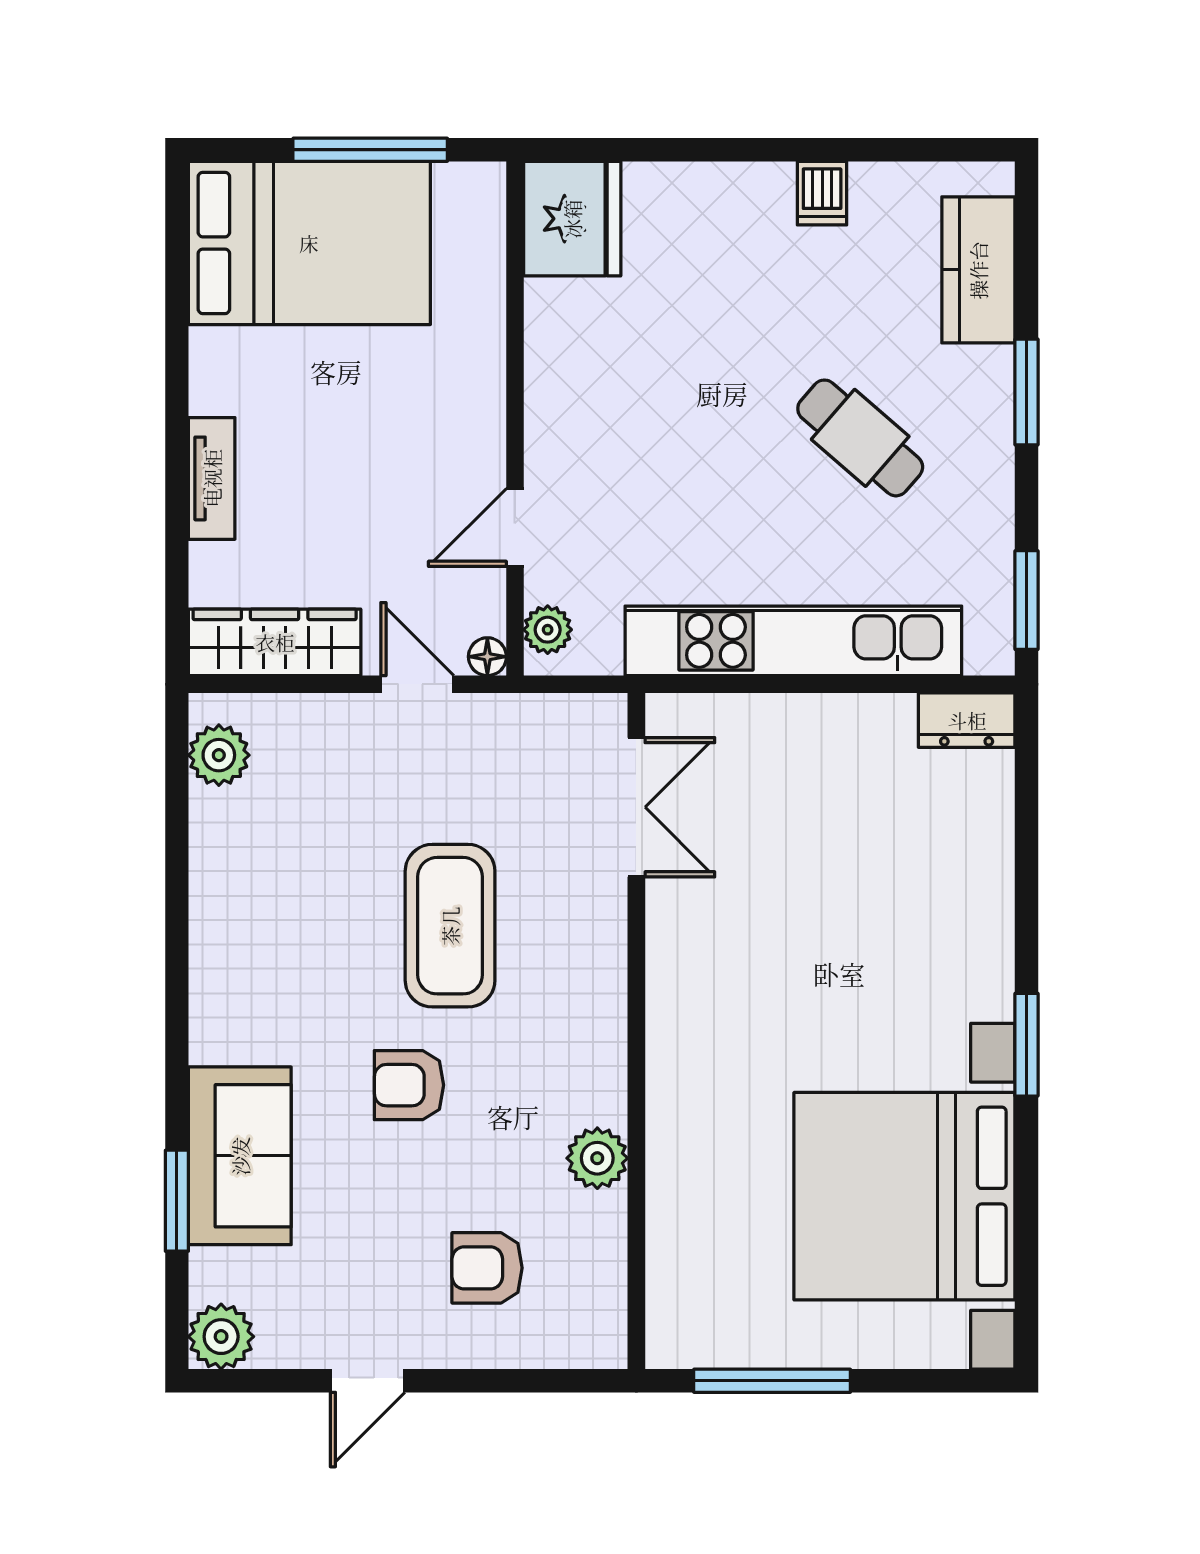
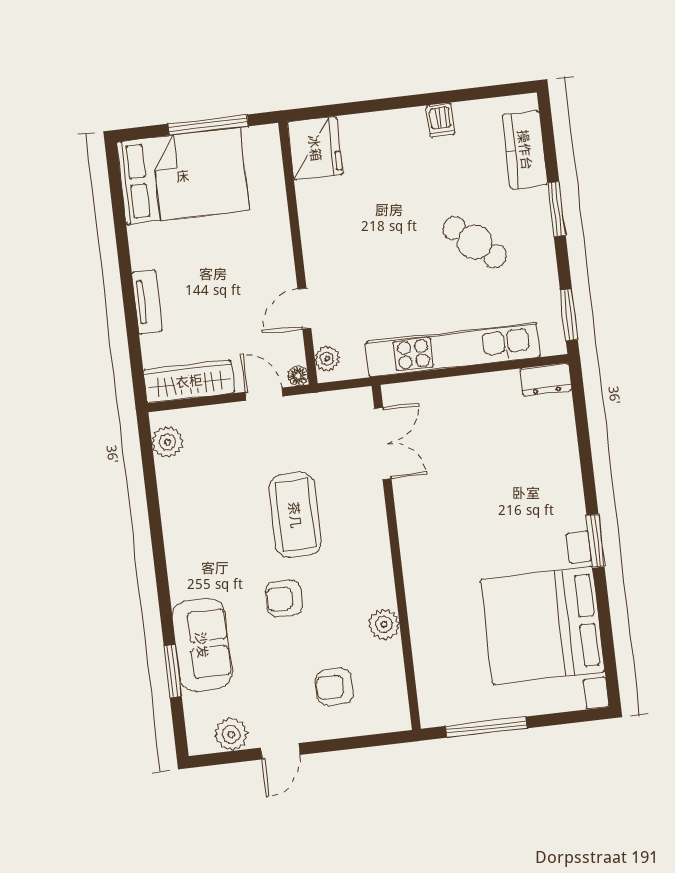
plant: (221, 1337) -> (231, 734), moved

